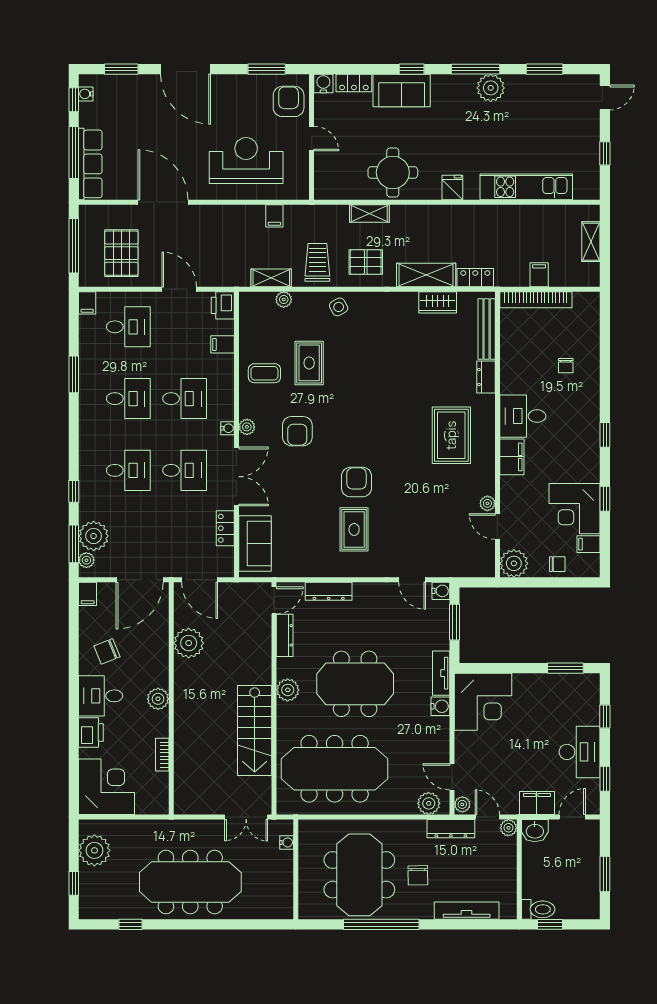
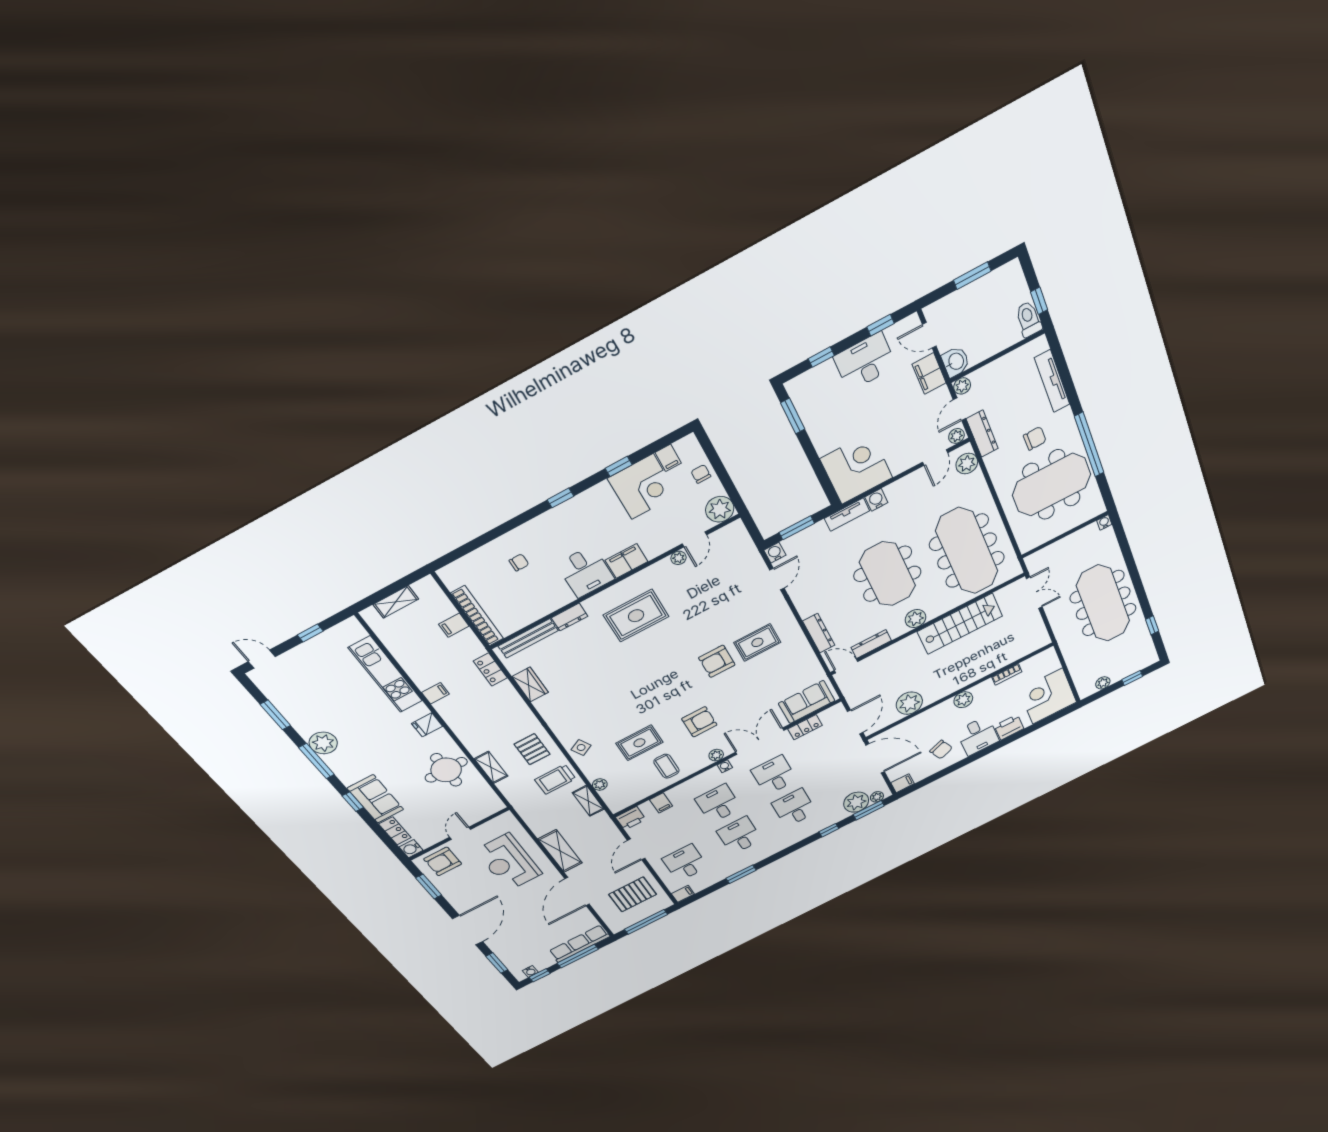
filing cabinet: (274, 216) -> (435, 693), moved
shelving: (426, 275) -> (560, 851), moved
water cooler: (287, 842) -> (1104, 522), moved
plant: (94, 850) -> (1103, 683), width x0.53, depth x0.53

